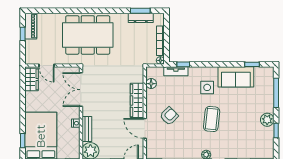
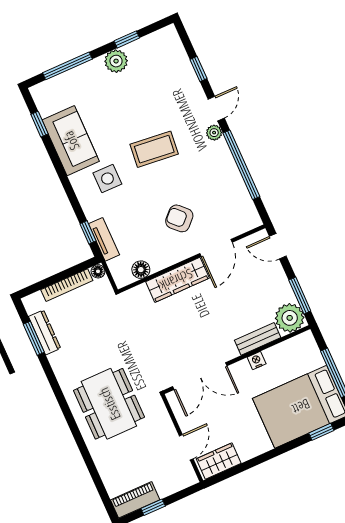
dining table: (88, 35) -> (109, 404), width x0.73, depth x0.80

